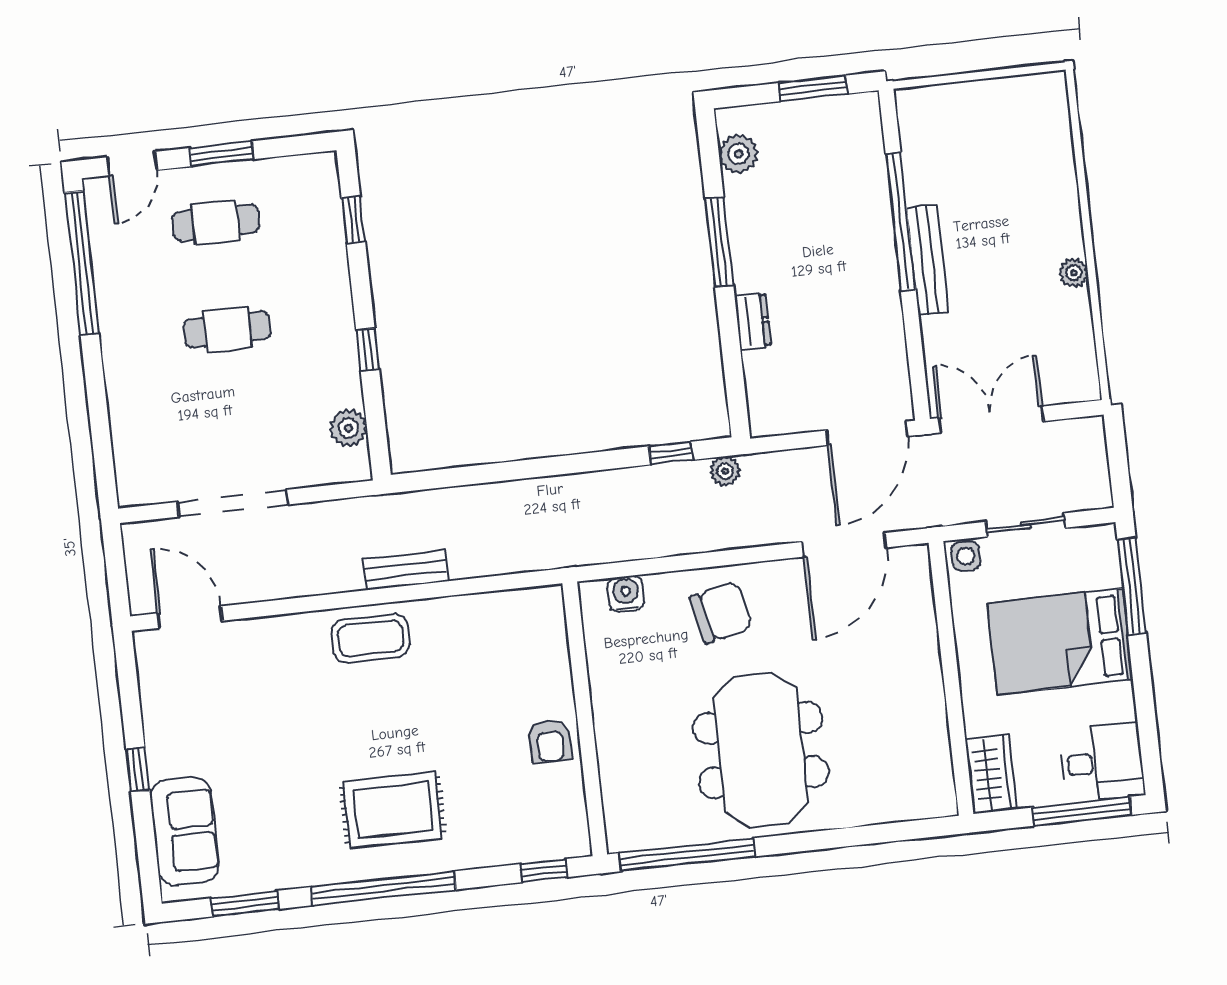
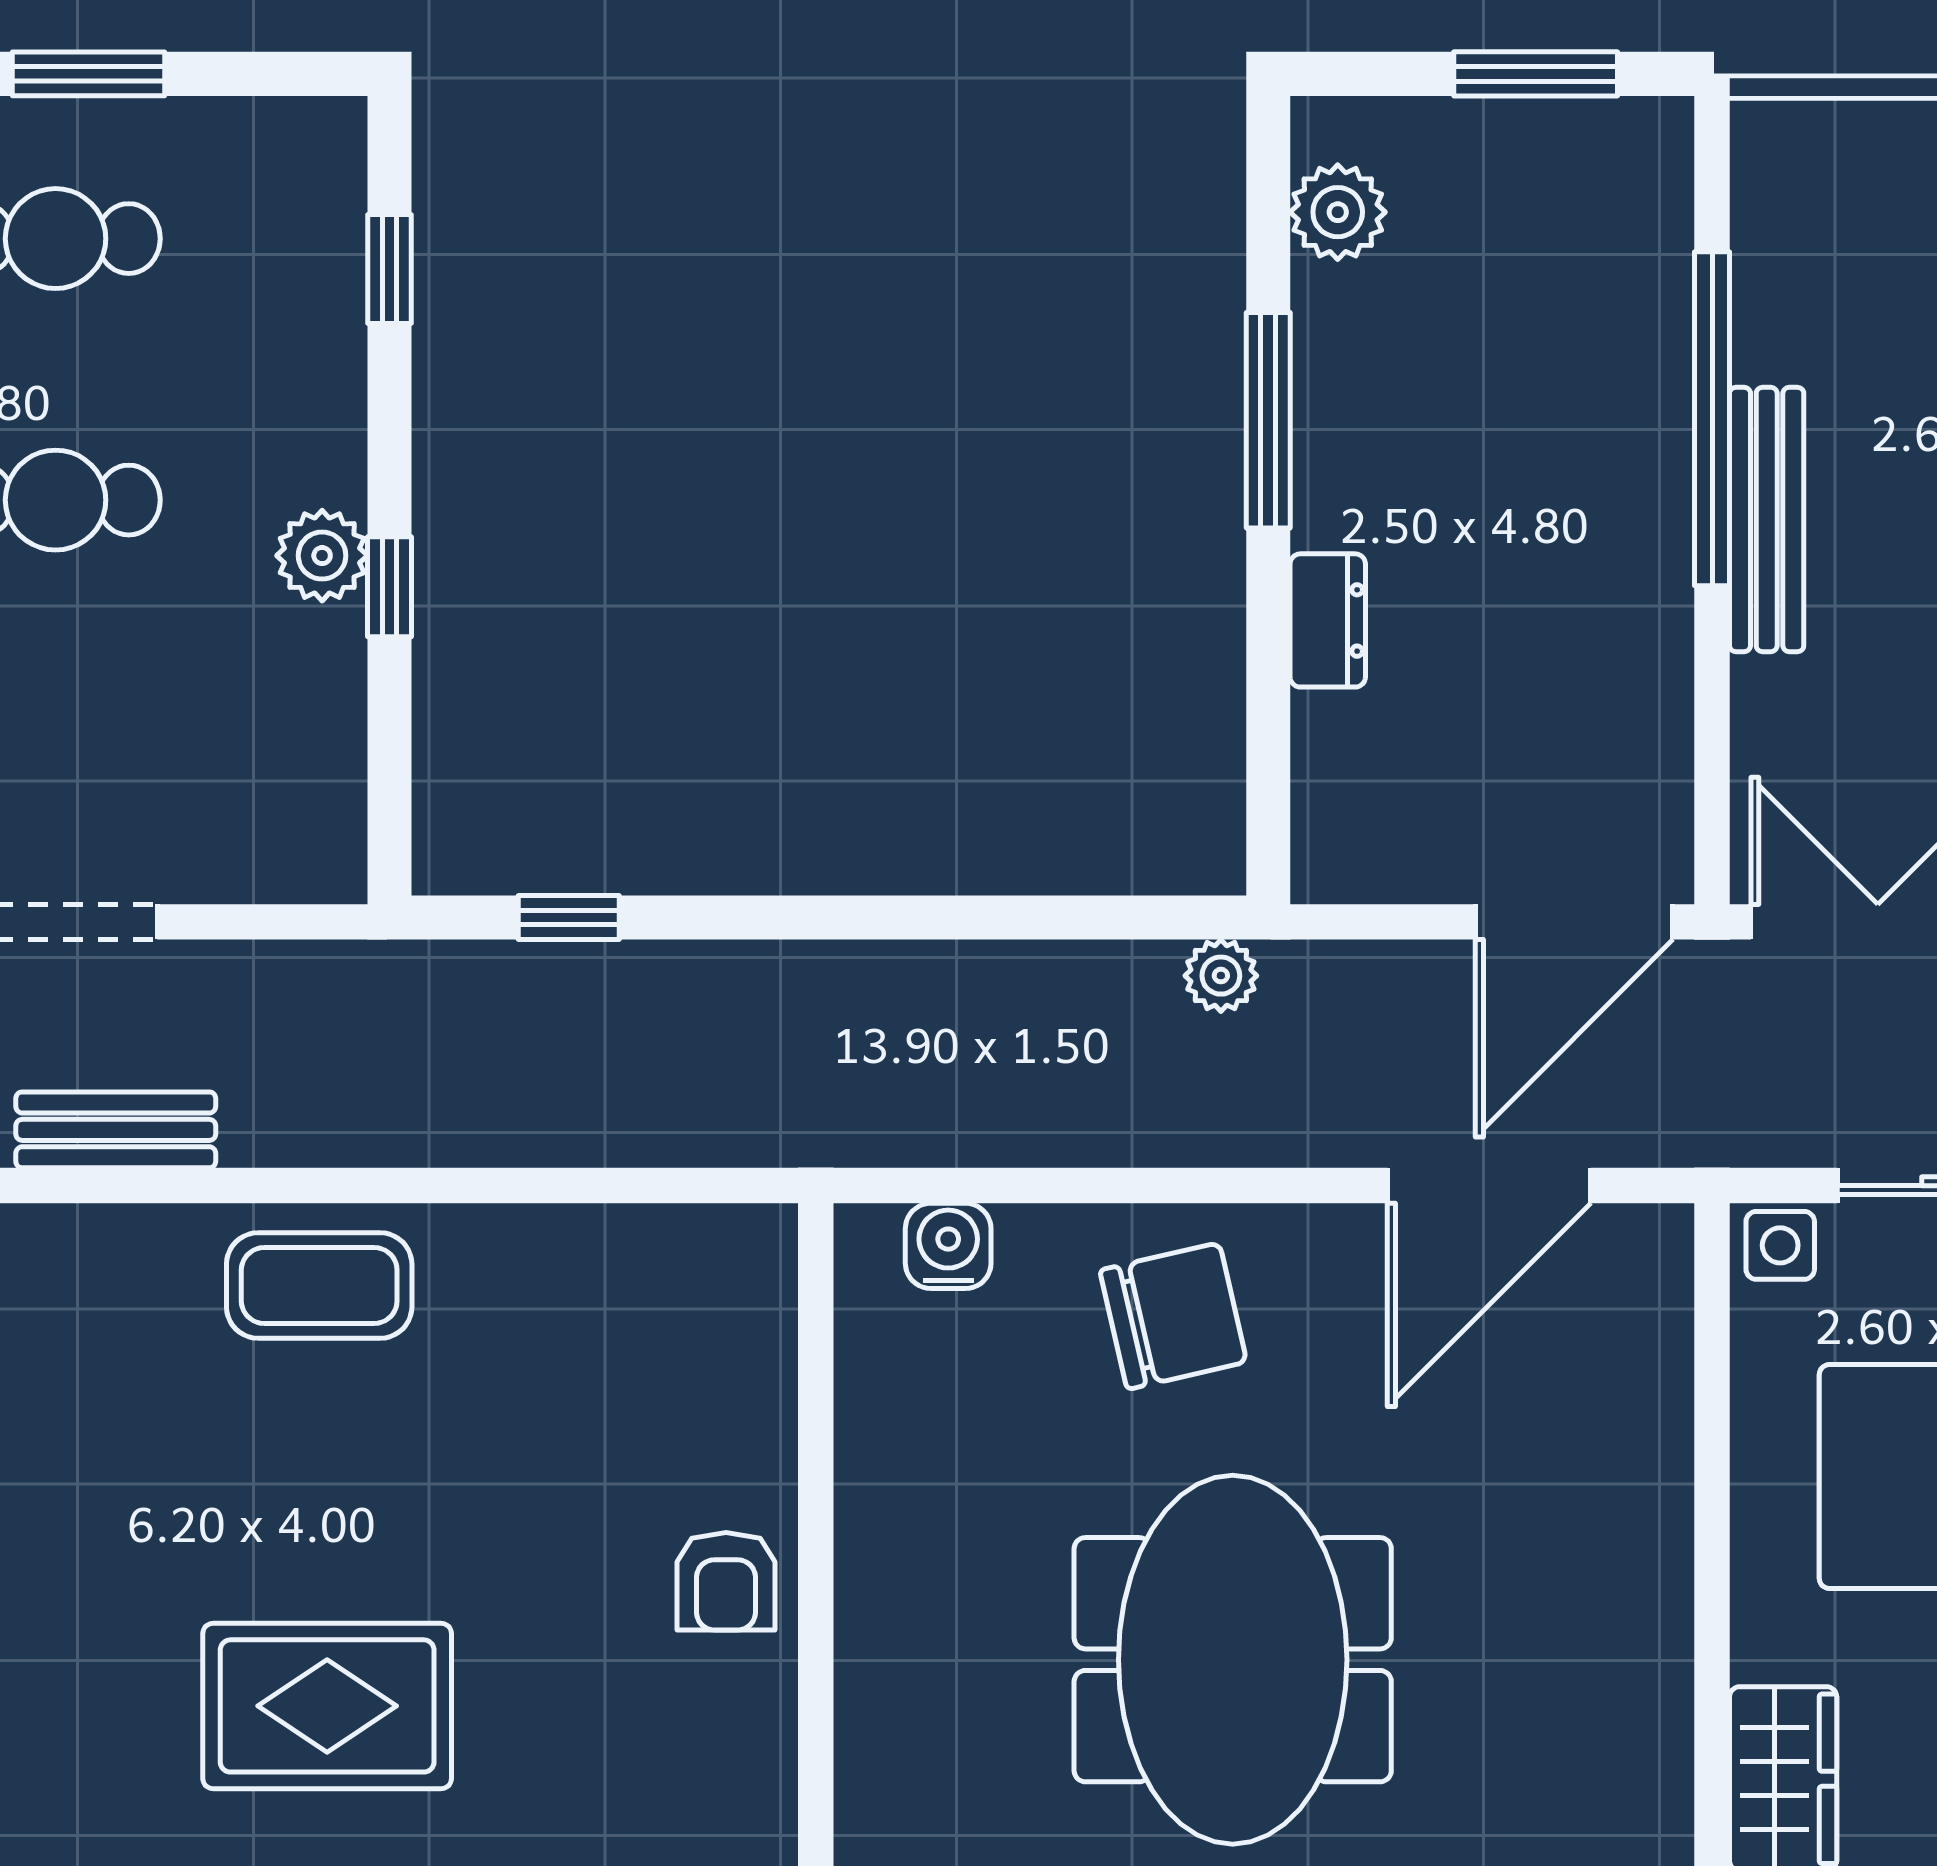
plant: (348, 428) -> (322, 556), moved
window: (671, 453) -> (569, 918), moved
bench: (406, 570) -> (116, 1130), moved

